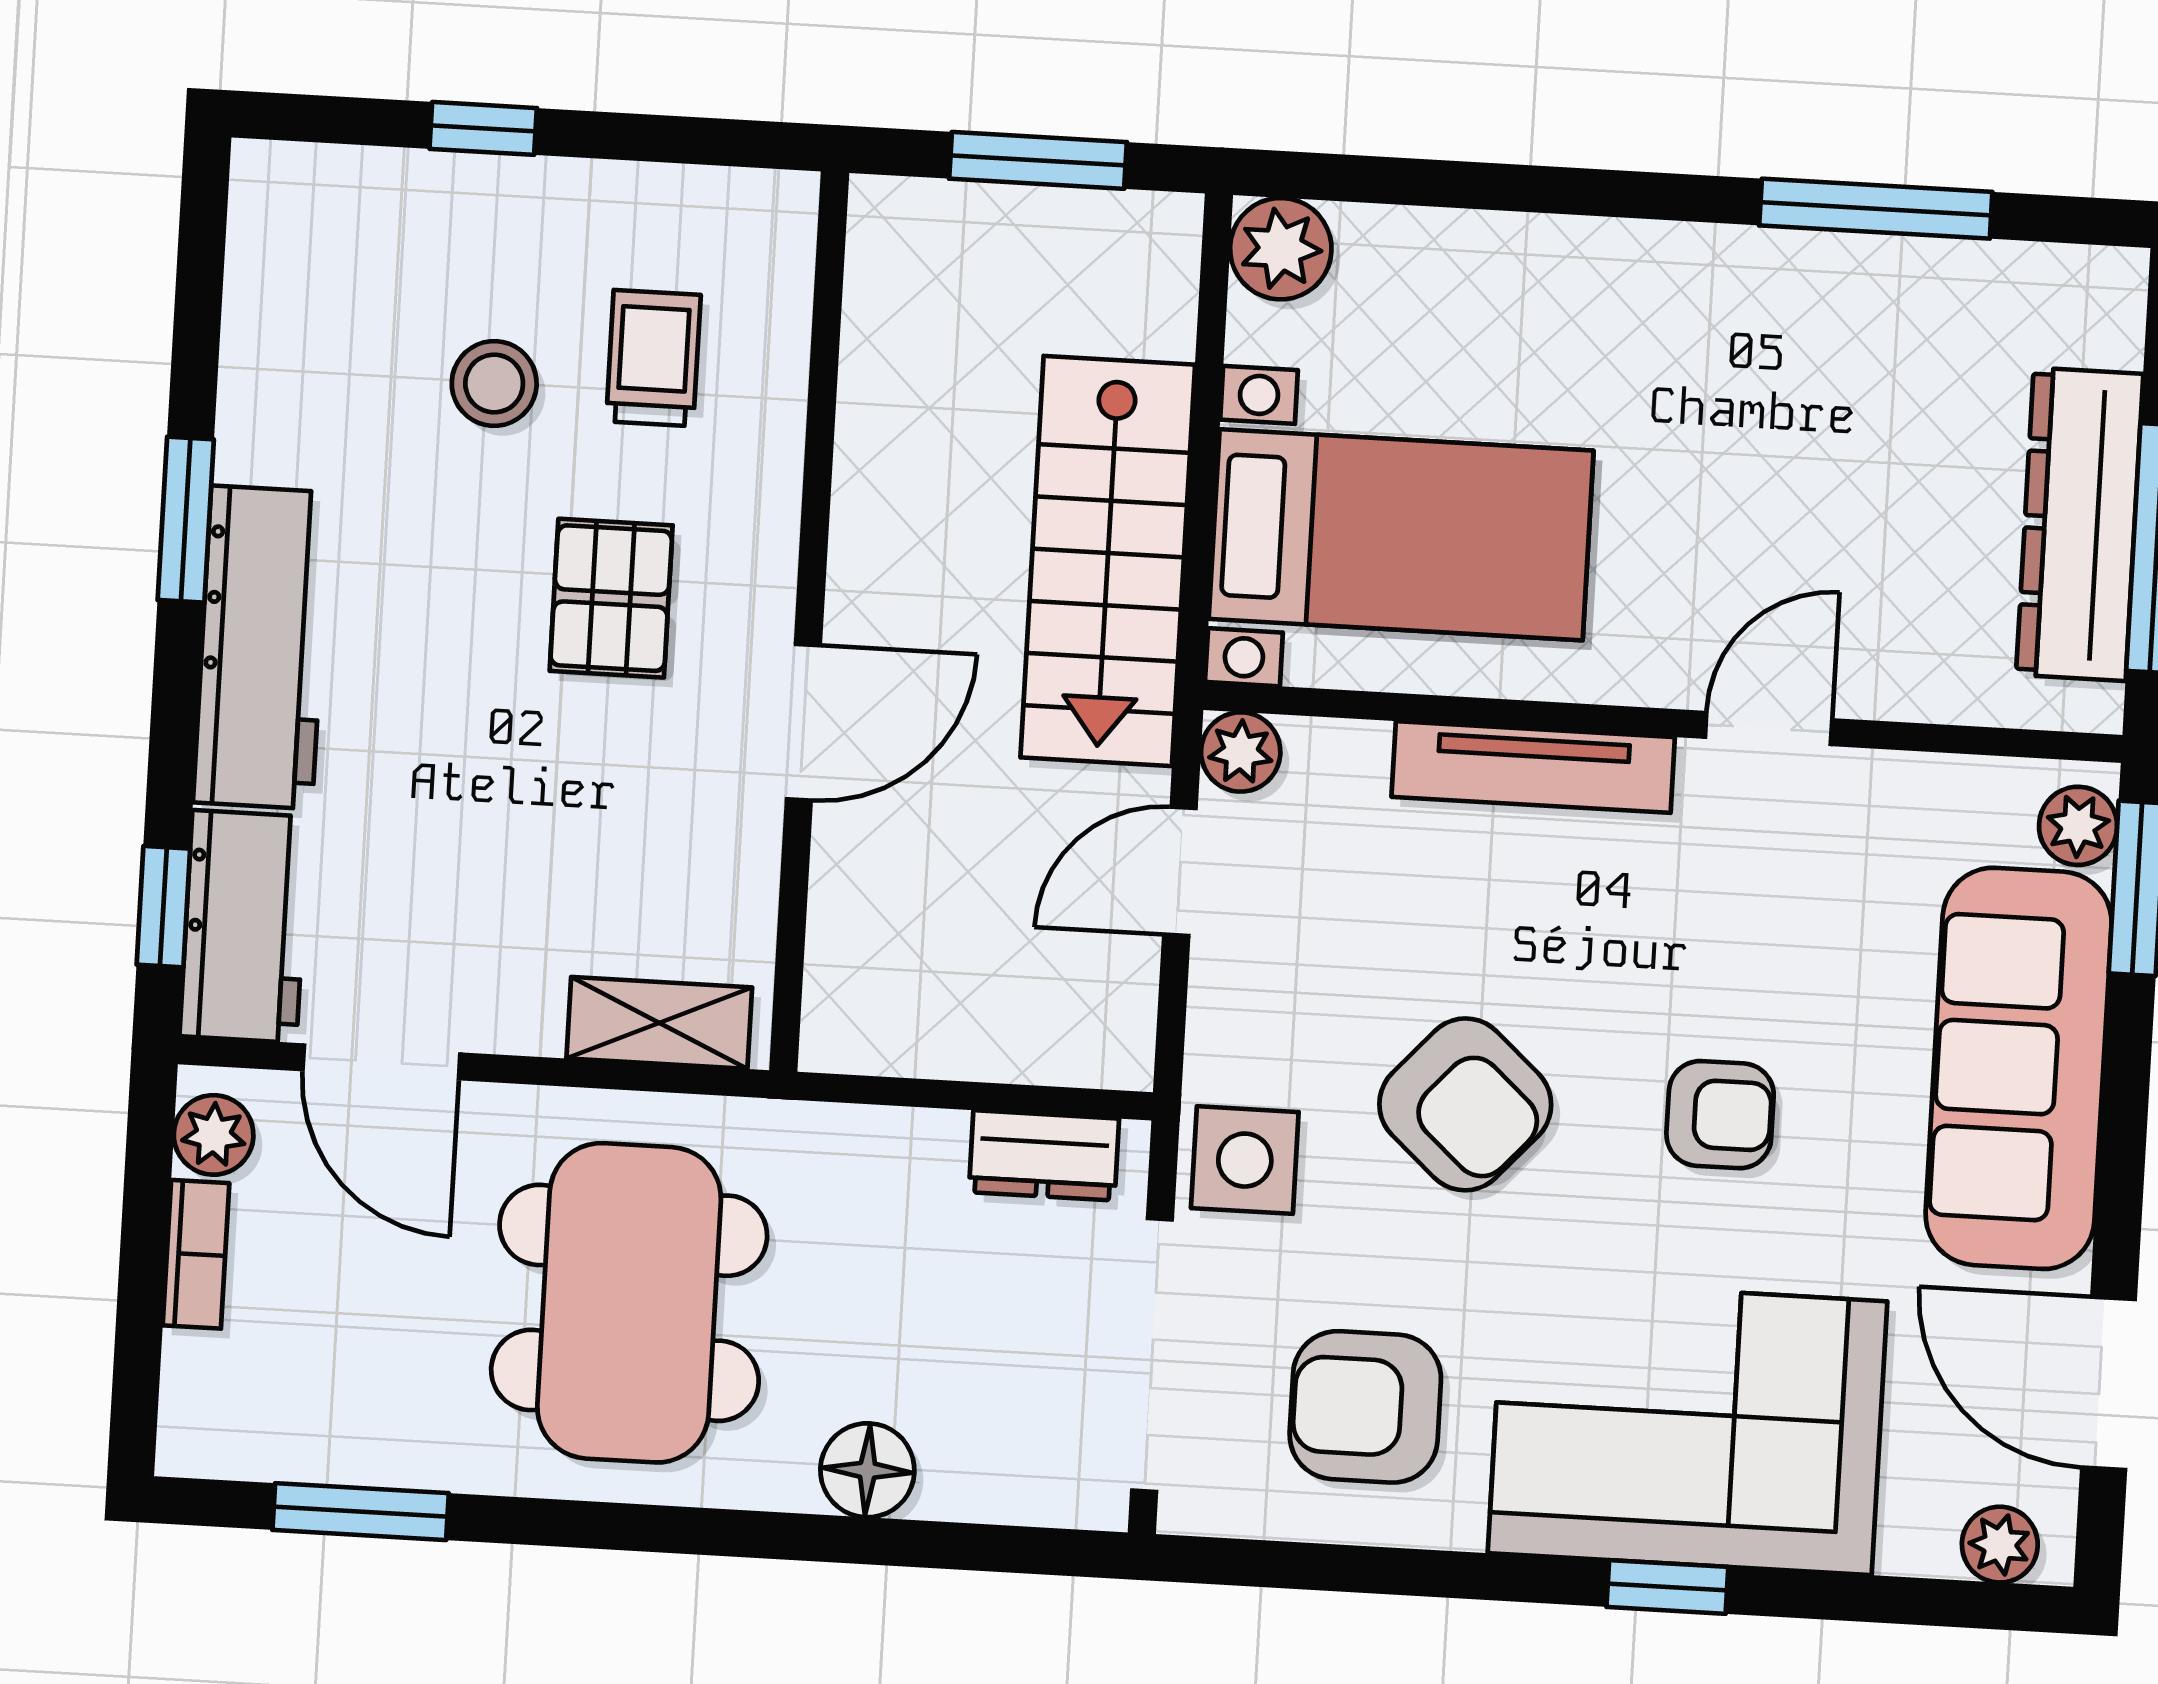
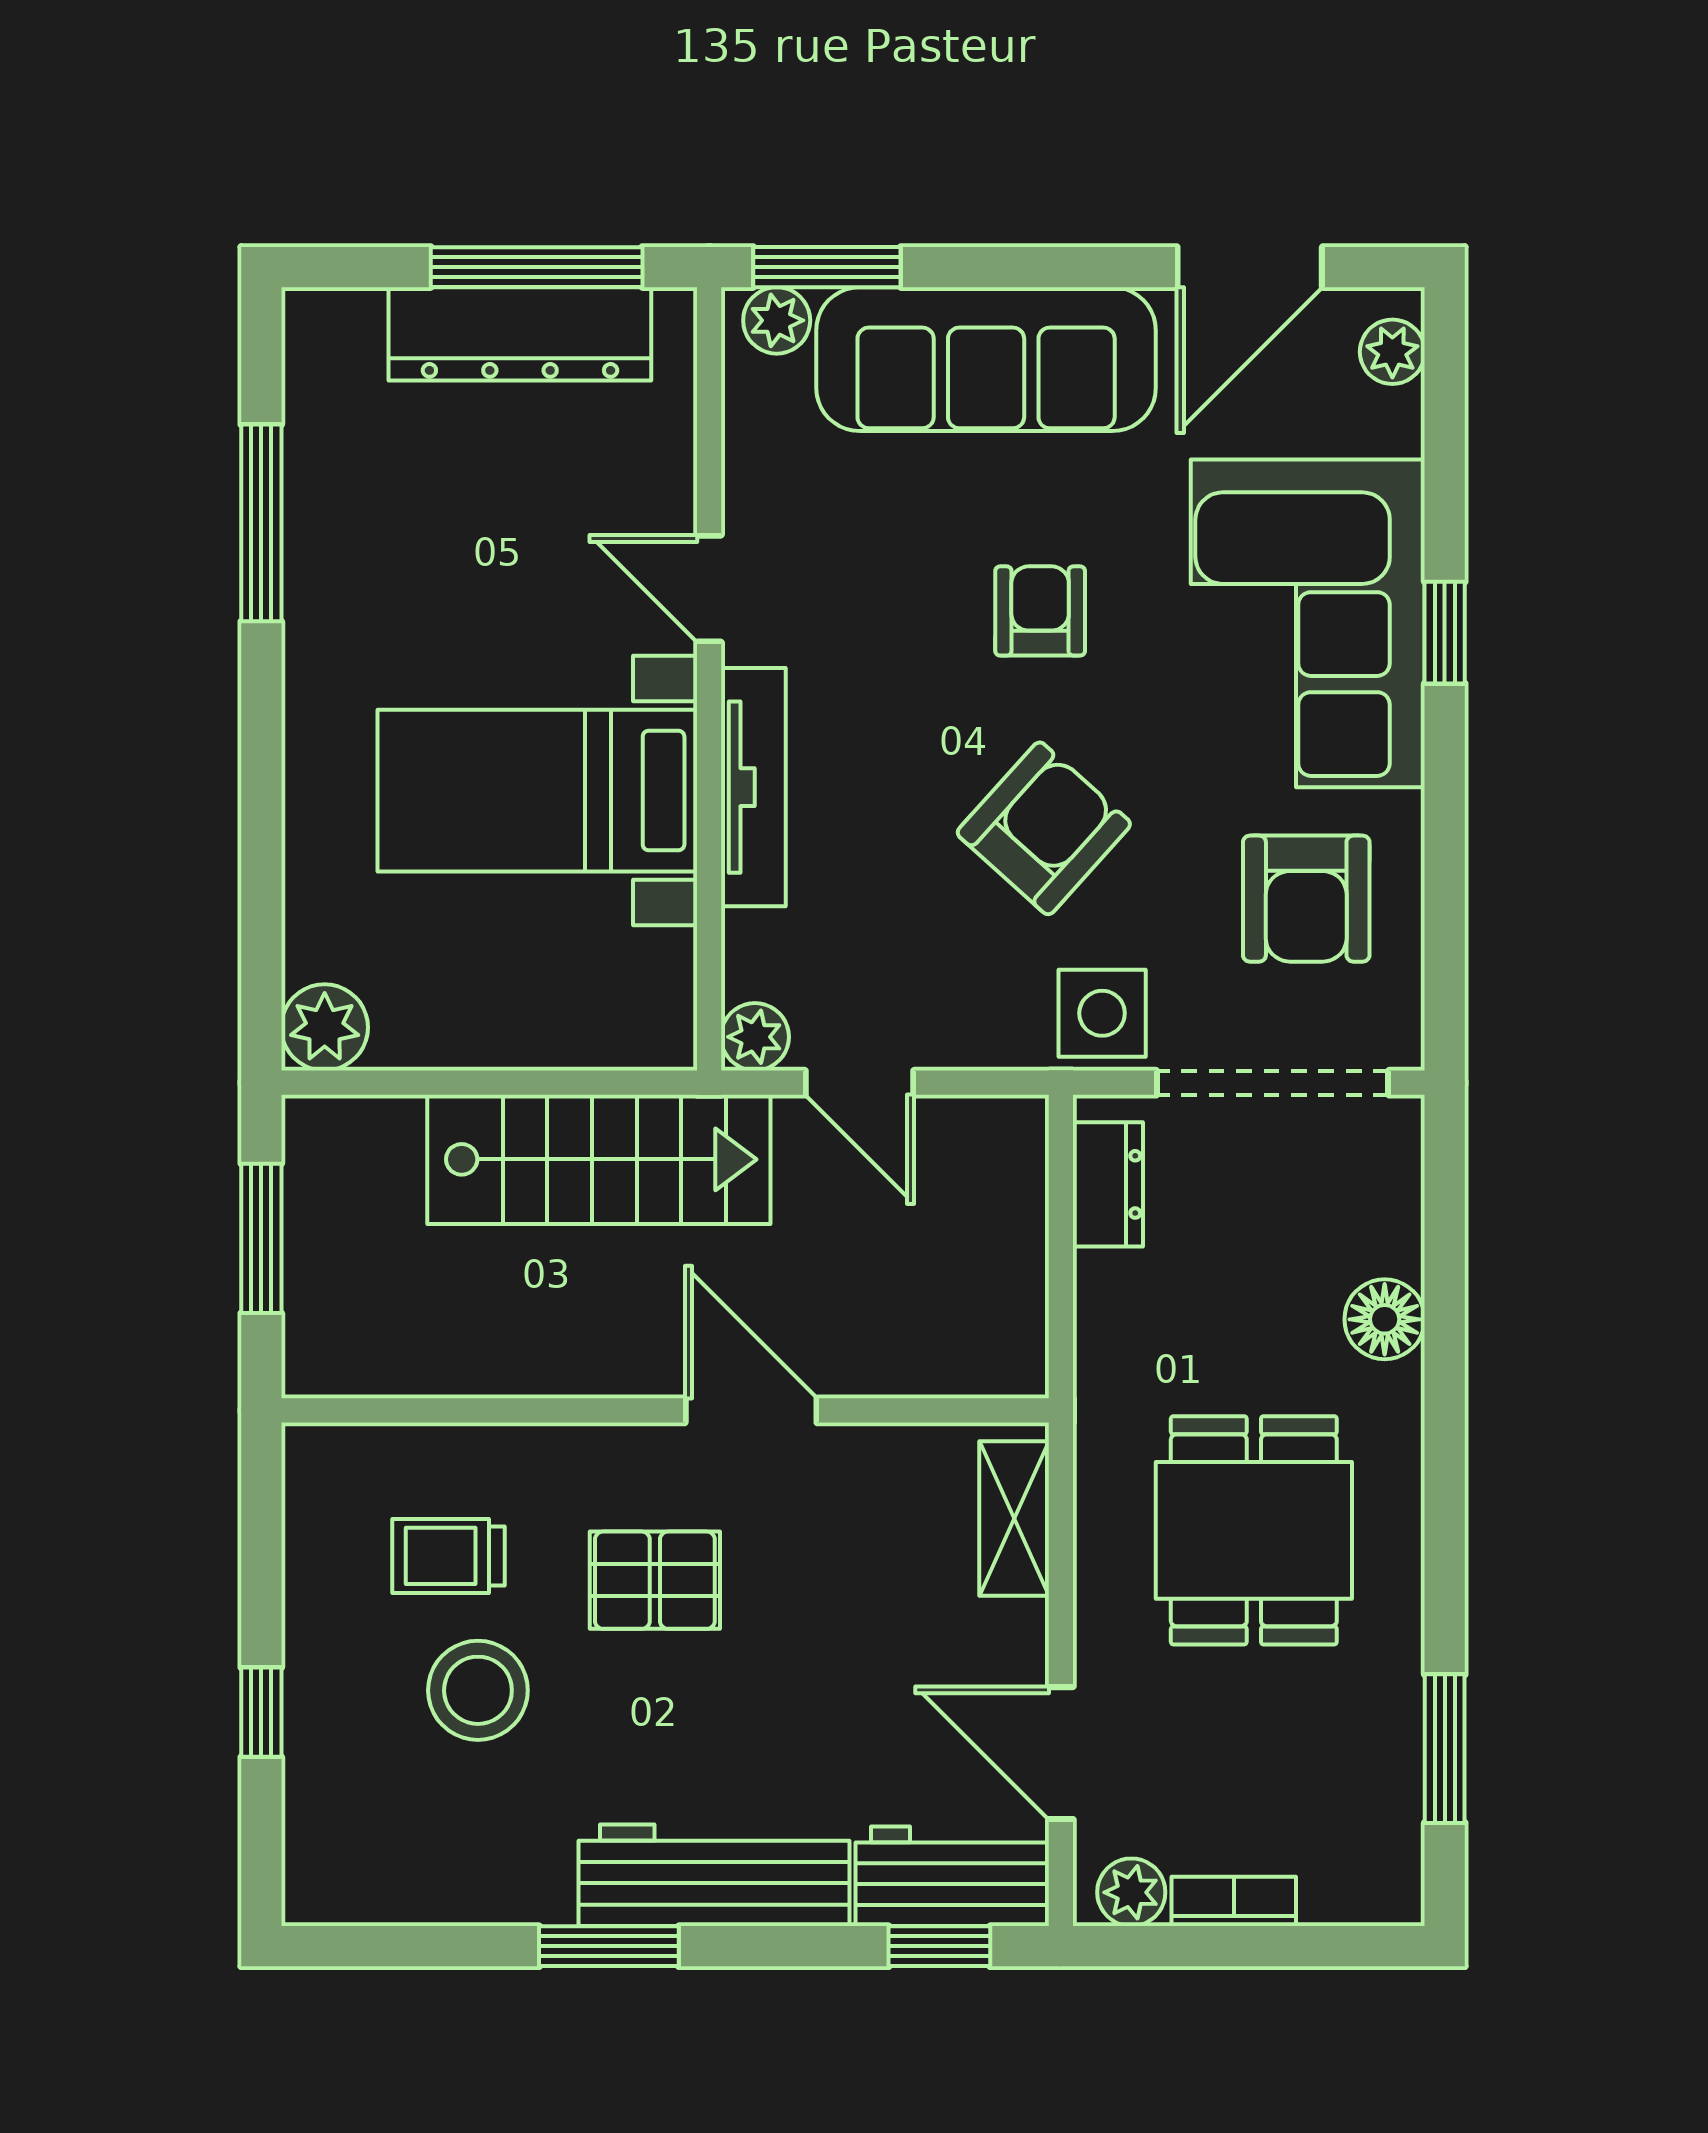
stool: (494, 384) -> (478, 1690), width x1.38, depth x1.38
bed with nightstands: (1401, 535) -> (537, 791), moved, turned -90
door: (381, 1062) -> (1061, 1753), swing flipped
dining table: (629, 1303) -> (1254, 1530), width x0.73

